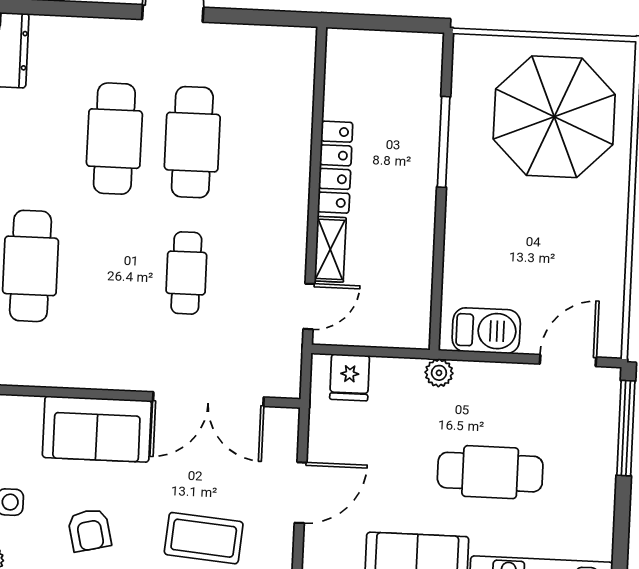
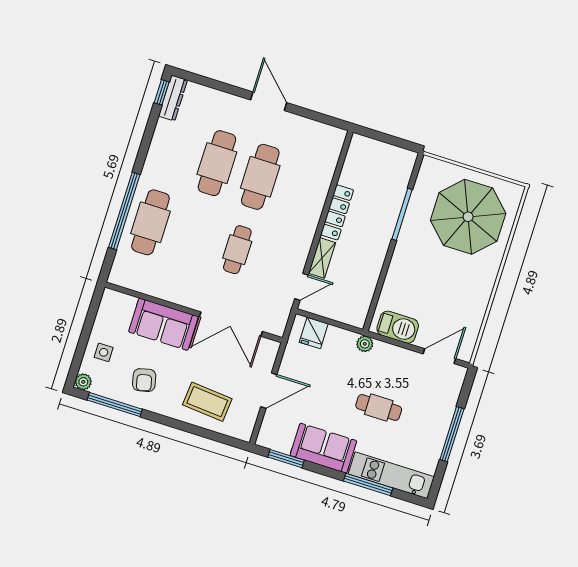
window: (626, 428) -> (452, 434), moved
cafe table: (490, 472) -> (379, 407), width x0.73, depth x0.74

